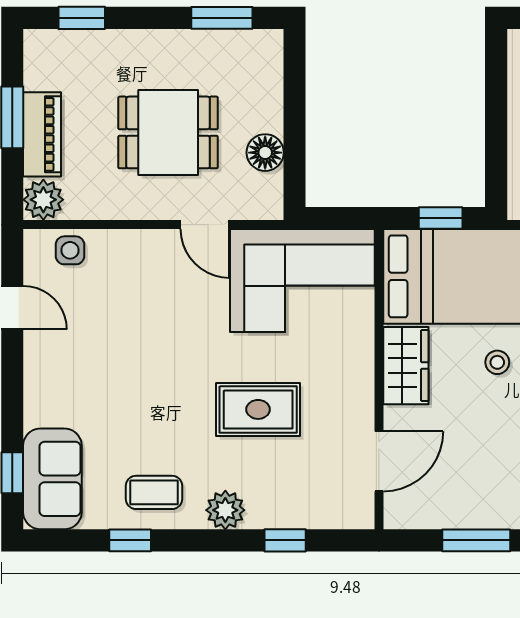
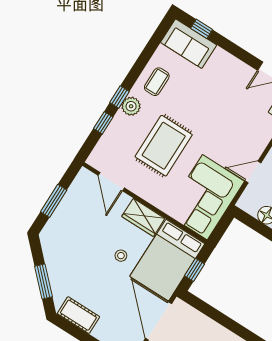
rug: (258, 409) -> (164, 146), width x1.36, depth x1.43
window: (130, 540) -> (120, 97), moved

